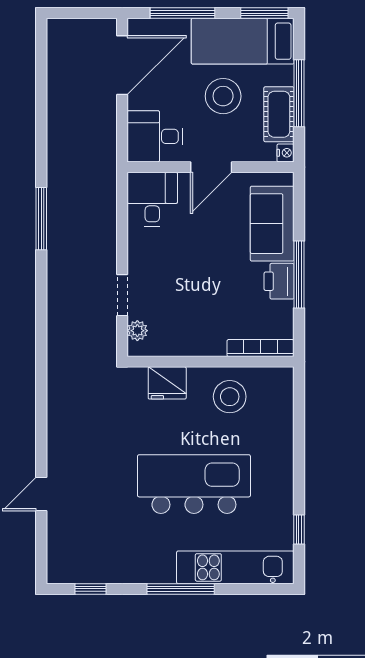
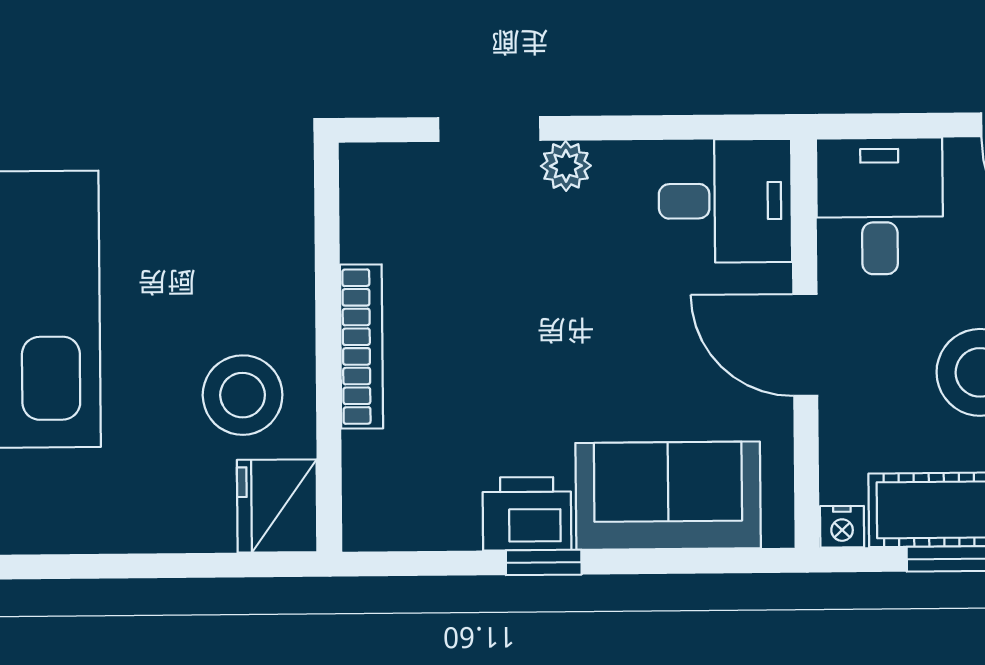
window: (299, 275) -> (544, 562), width x0.46
plant: (137, 331) -> (566, 166), moved
bookcase: (260, 348) -> (361, 347), moved
fridge: (167, 383) -> (277, 506), moved

